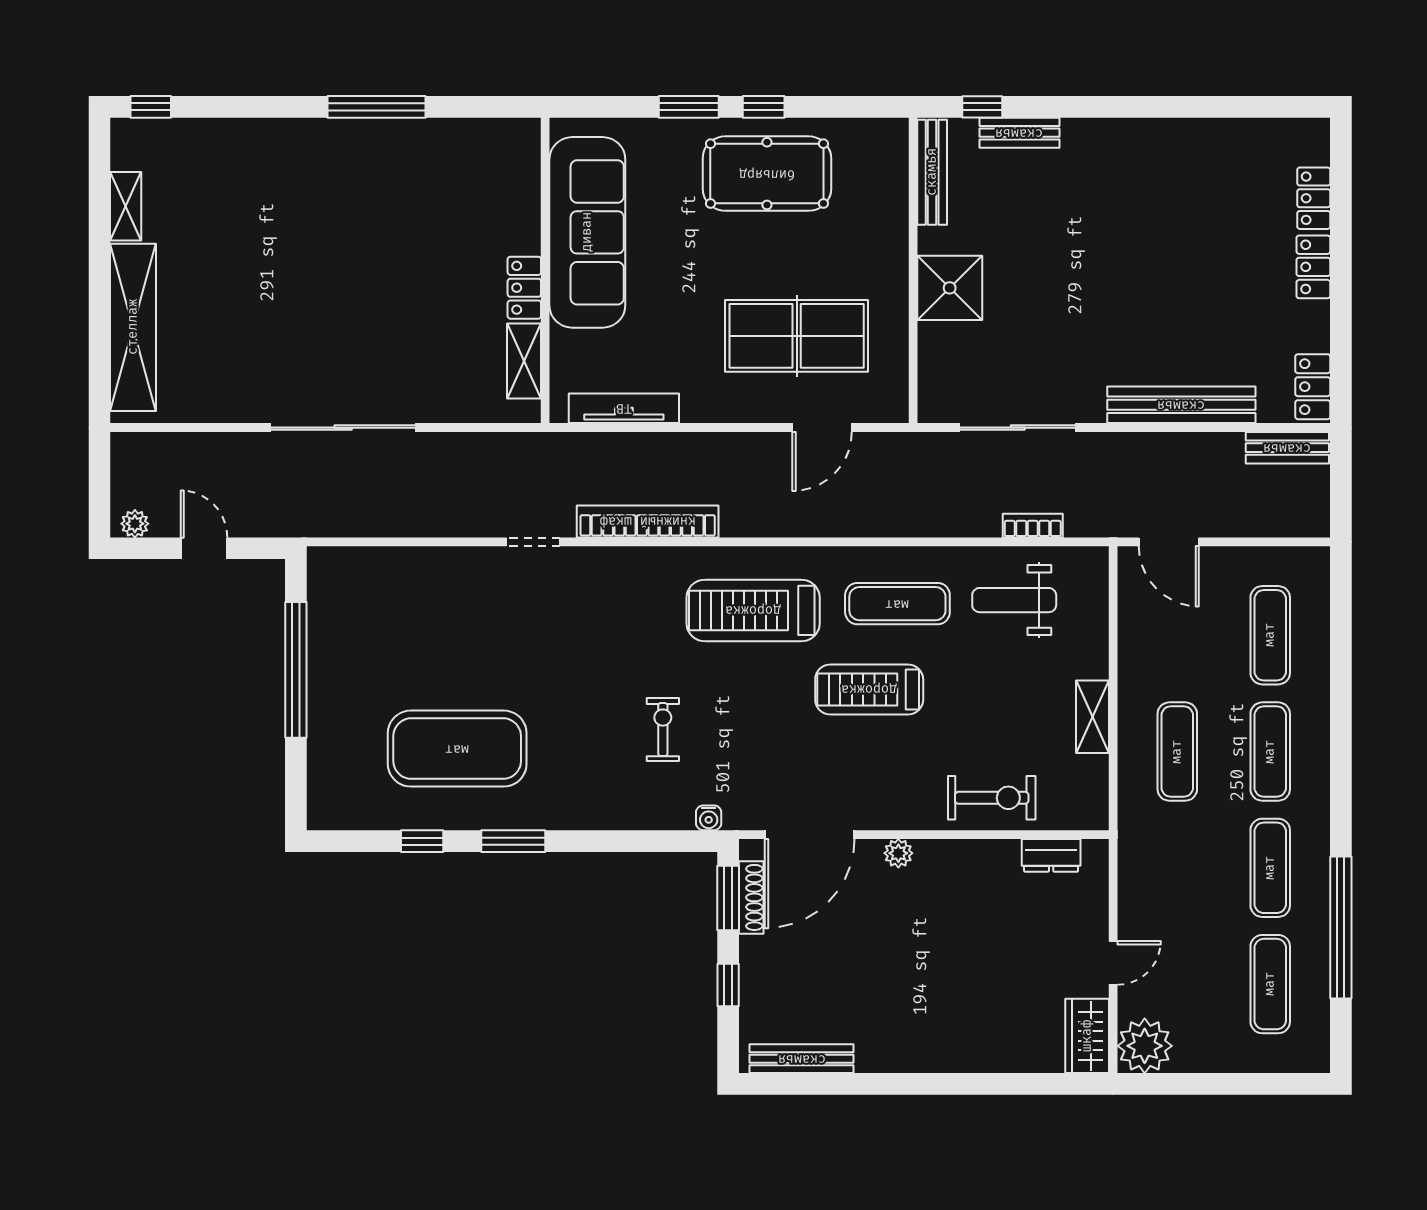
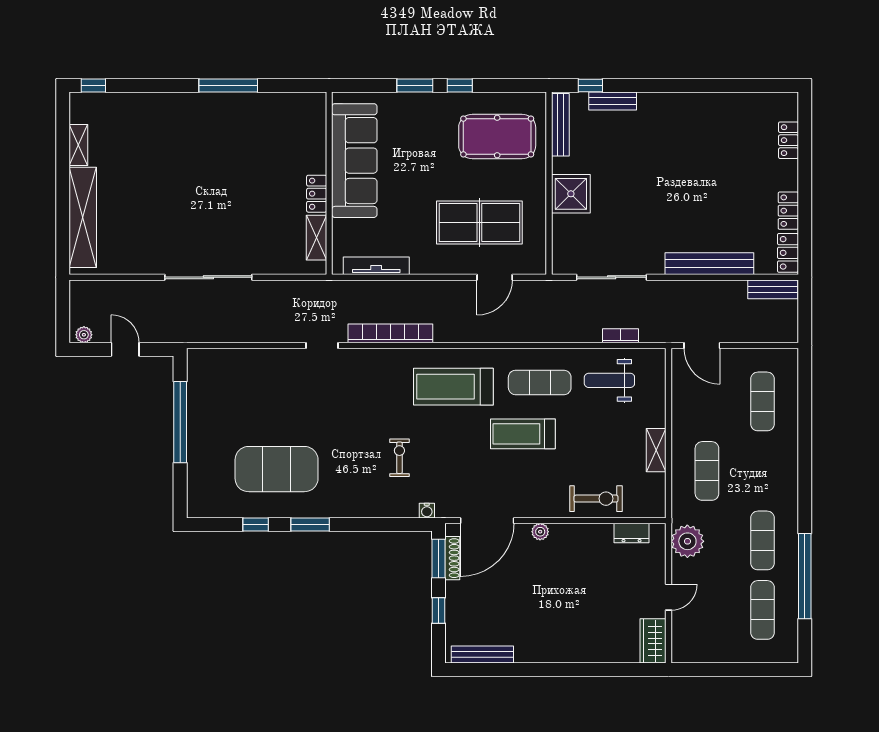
pool table: (767, 174) -> (497, 137), moved
locker: (1313, 267) -> (788, 211), moved
exercise mat: (1270, 752) -> (763, 471), removed
plant: (1145, 1046) -> (687, 541), moved

